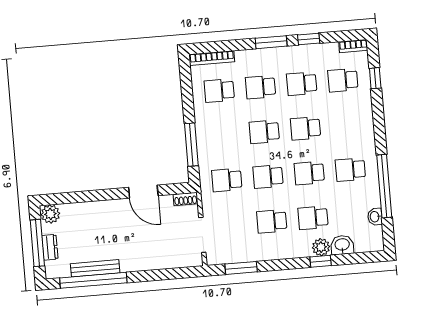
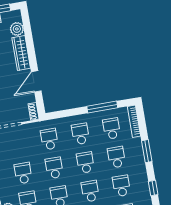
window: (271, 42) -> (147, 151), moved
school desk: (223, 135) -> (80, 134), added
window: (191, 145) -> (102, 107), moved
wardrobe: (101, 209) -> (21, 53), added
plant: (50, 214) -> (17, 29), moved

